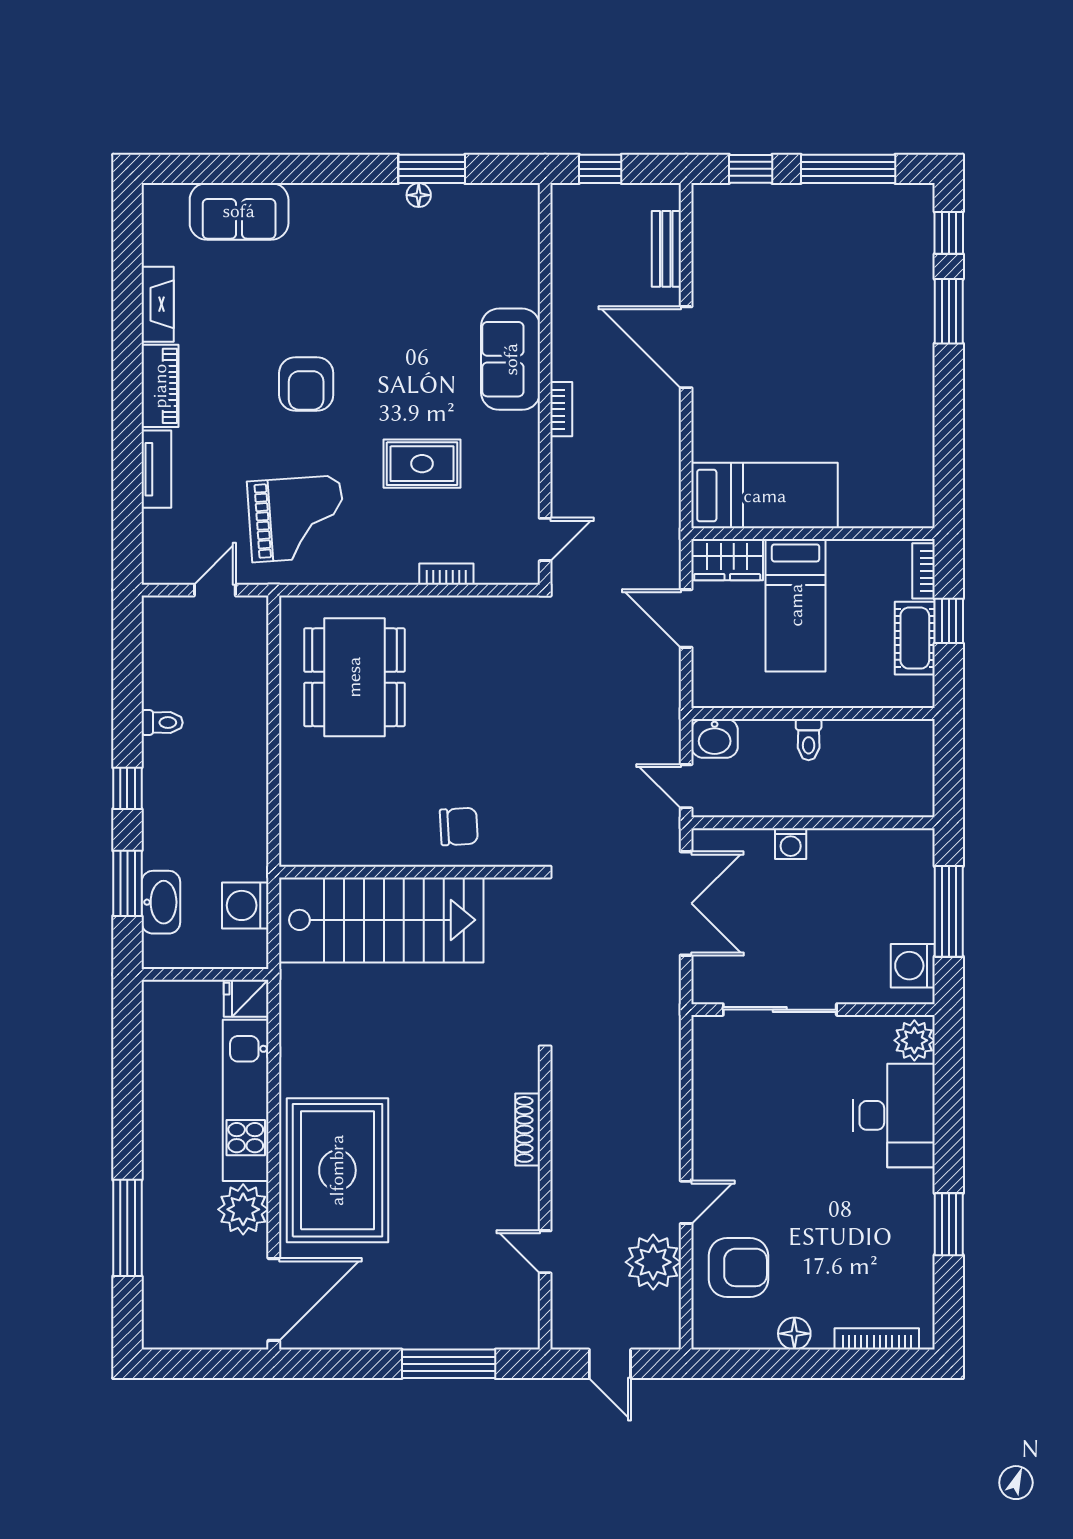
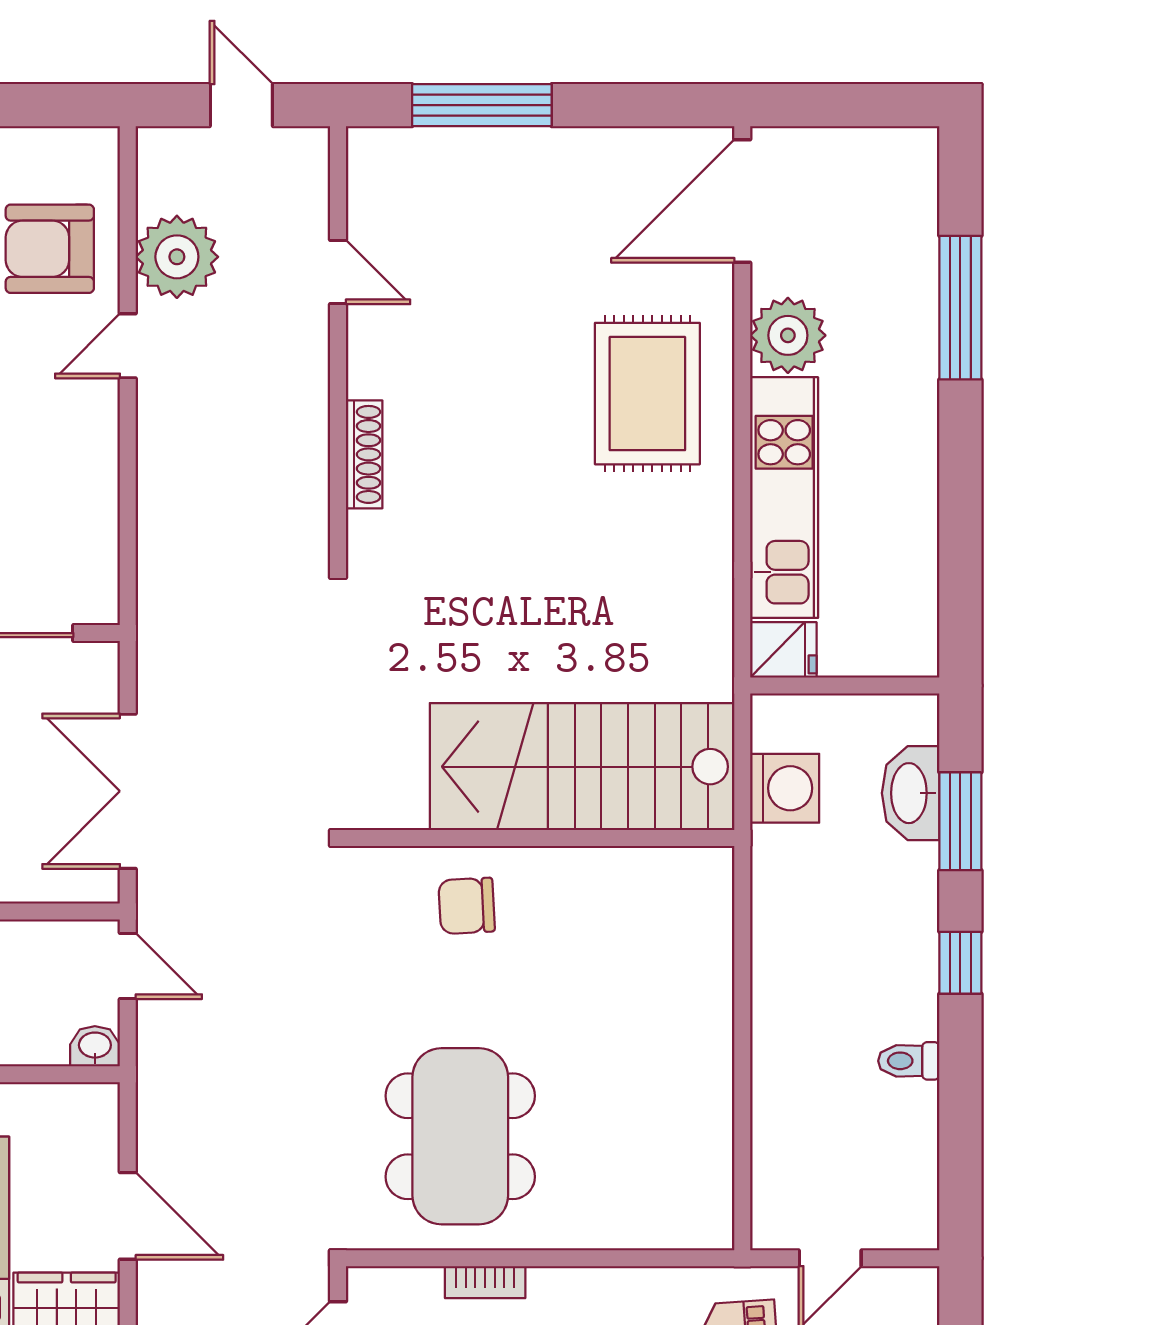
dining table: (354, 677) -> (460, 1136), moved
washbasin: (715, 738) -> (95, 1046), width x0.72, depth x0.69
rug: (337, 1170) -> (647, 394), width x0.73, depth x0.69

